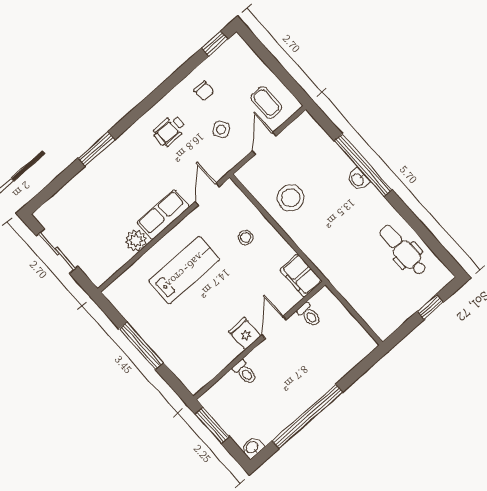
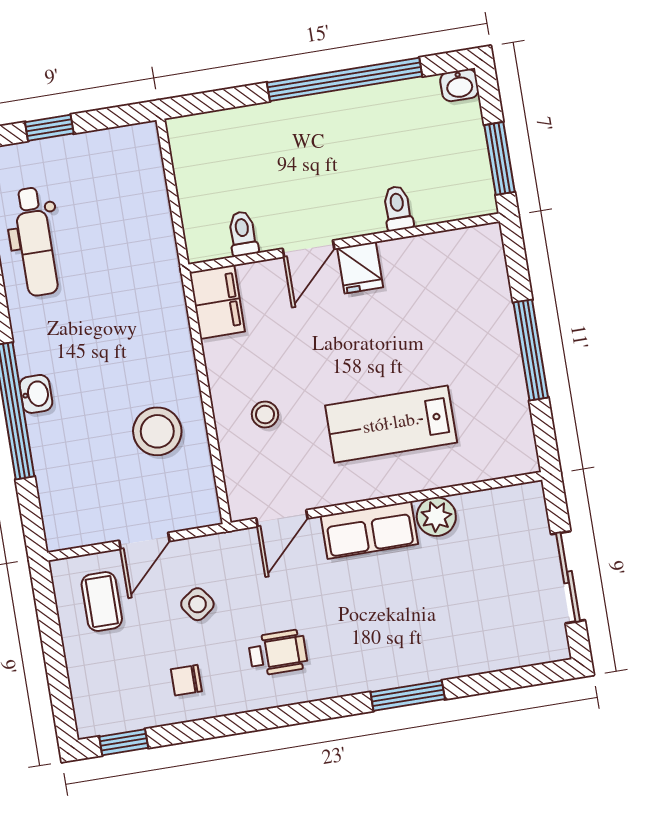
chair: (204, 91) -> (186, 680), turned -90

